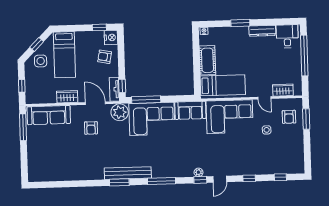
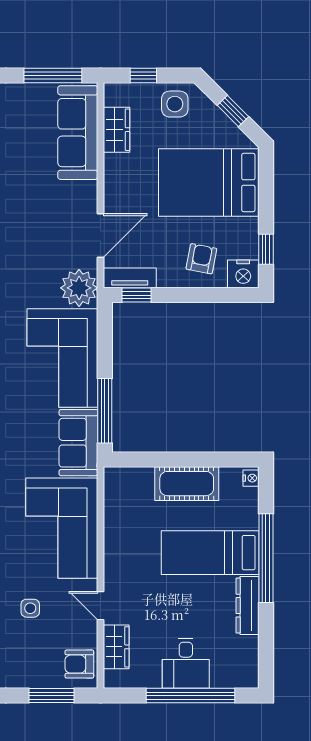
window: (240, 23) -> (266, 558), width x2.11
desk: (287, 36) -> (186, 663), moved, turned 90
bed: (64, 55) -> (209, 183), width x1.50
side table: (41, 61) -> (175, 104), moved
bed: (223, 85) -> (210, 553), moved, turned 90
wardrobe: (67, 97) -> (117, 130), moved
door: (264, 98) -> (101, 606), hinge flipped
window: (146, 100) -> (105, 411), moved
armchair: (289, 117) -> (79, 664), moved
armchair: (91, 128) -> (47, 224), removed

